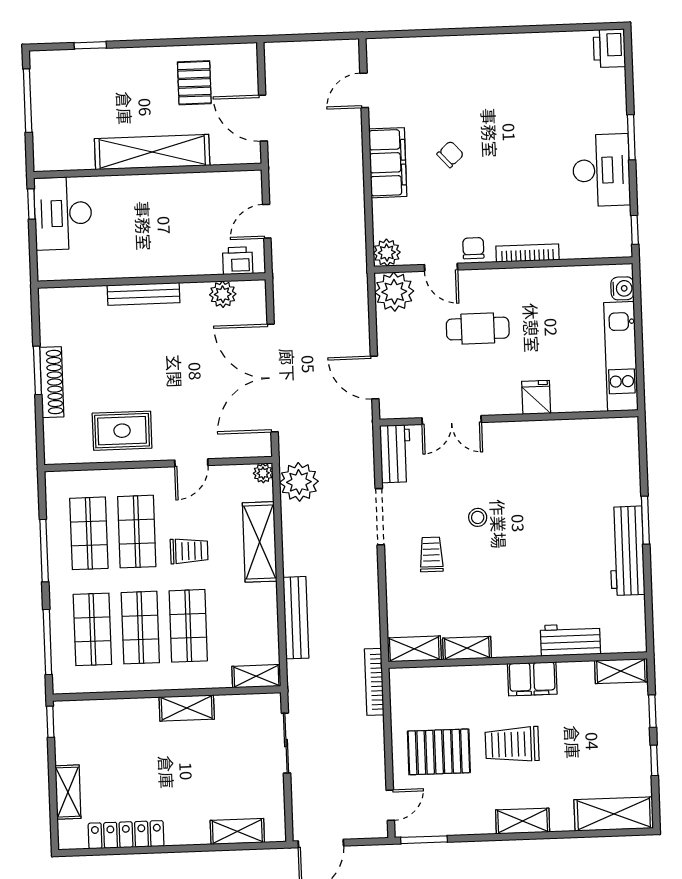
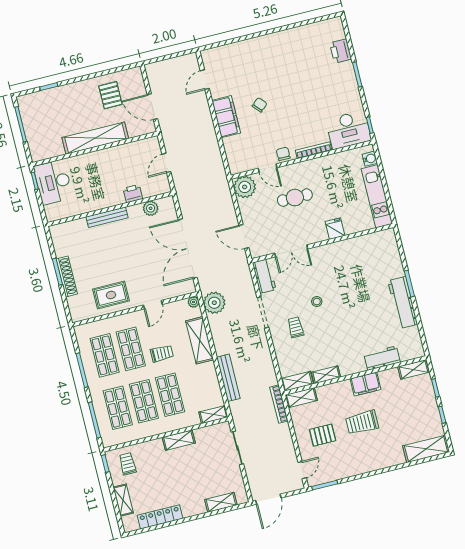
printer: (609, 48) -> (341, 51), moved
desk: (601, 170) -> (349, 130), moved, turned 90
plant: (387, 253) -> (236, 166), removed
printer: (238, 261) -> (133, 194), moved
trolley: (89, 730) -> (128, 464), added
pallet: (439, 752) -> (323, 435), width x0.67, depth x0.71
shelving: (523, 821) -> (301, 398), moved

